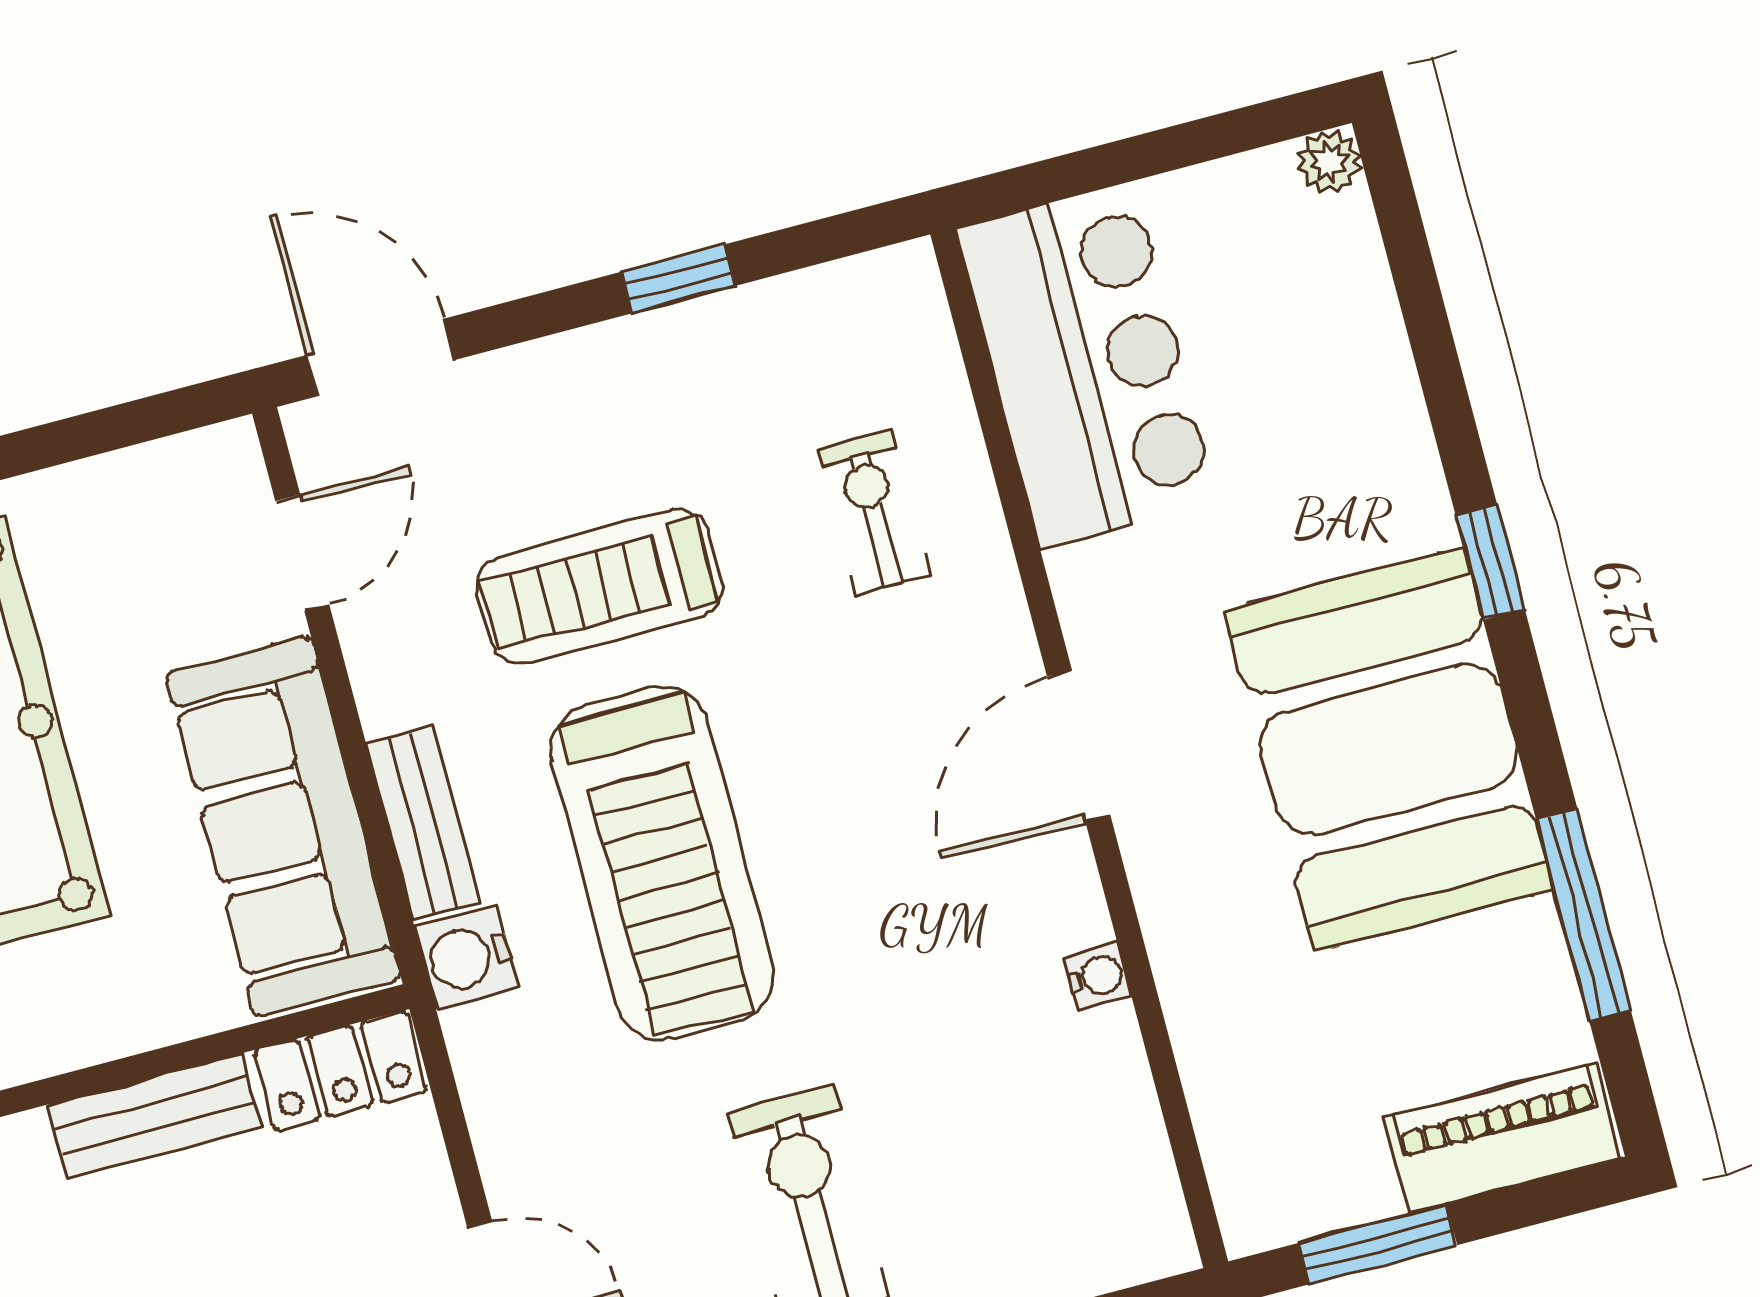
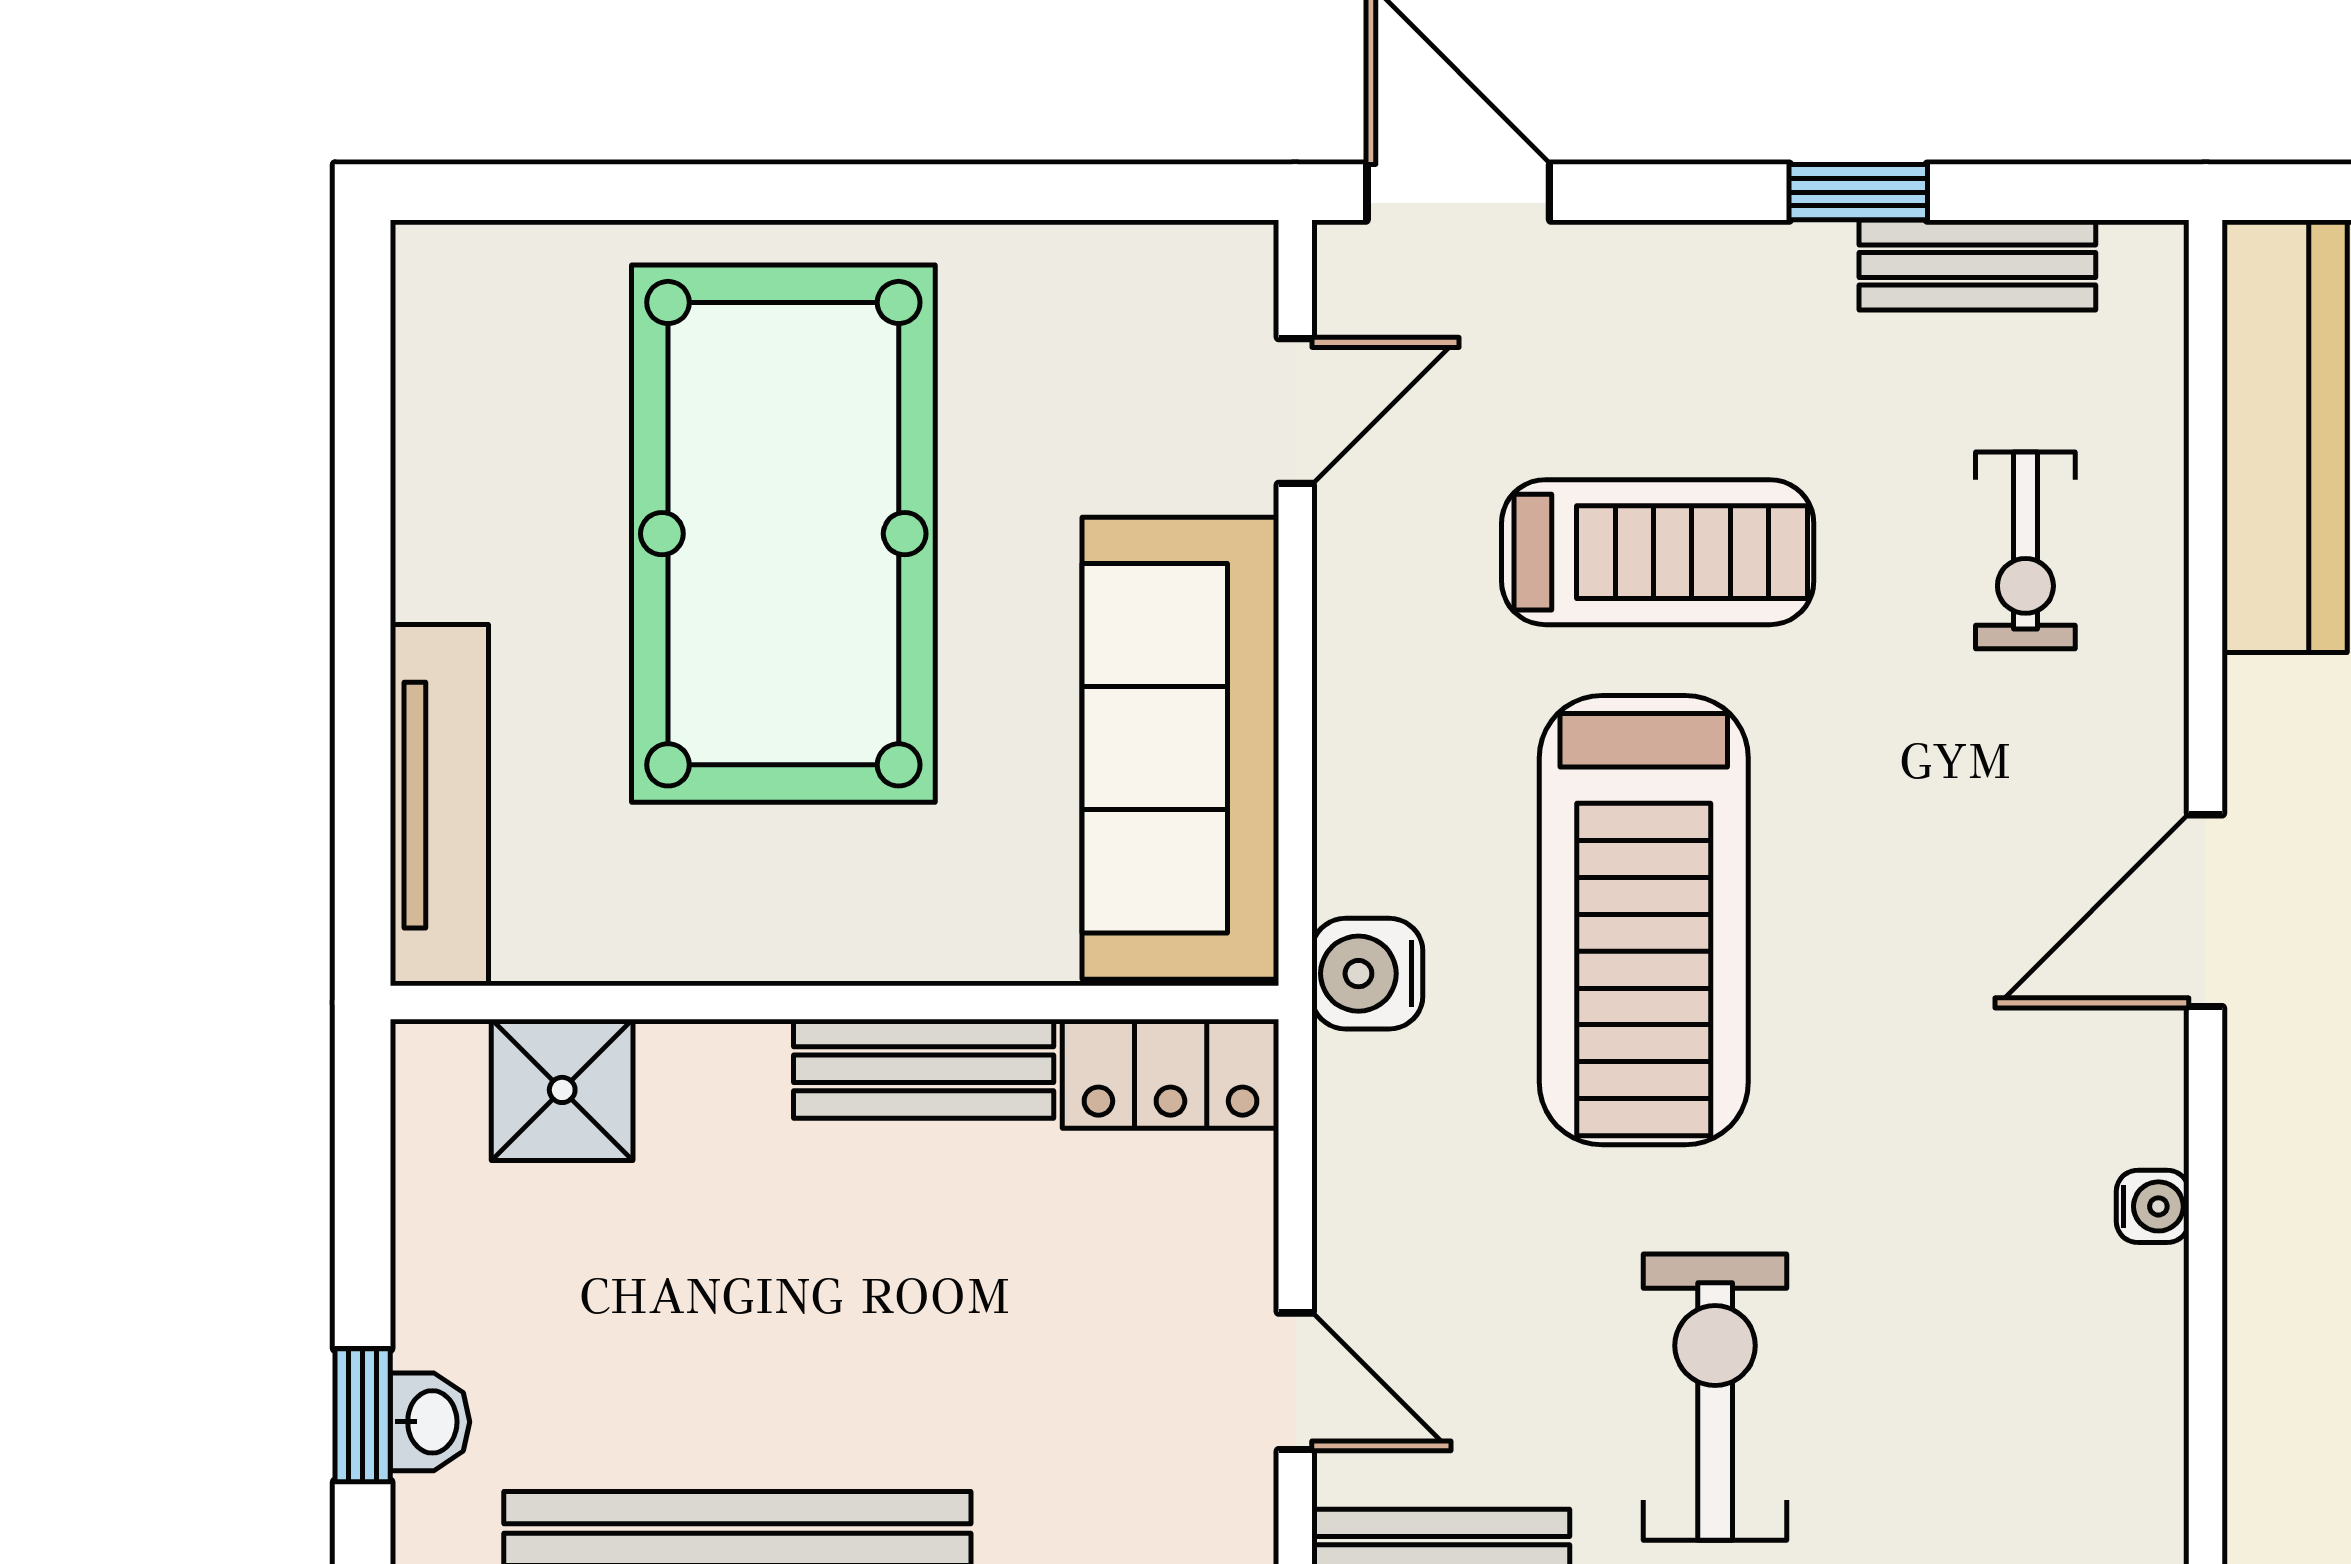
exercise bike: (874, 513) -> (2025, 550), turned 180
treadmill: (600, 586) -> (1658, 552), turned 180
bench: (423, 824) -> (1977, 265), moved, turned 90

